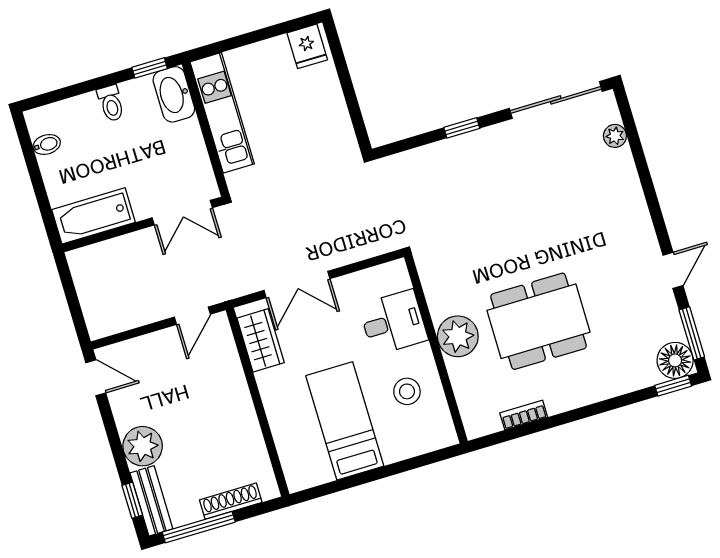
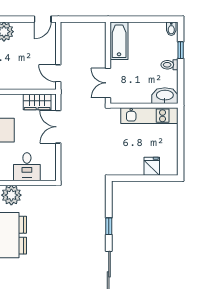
fridge: (307, 46) -> (152, 166), moved, turned 90
window: (150, 68) -> (181, 50), moved
bidet: (47, 144) -> (171, 29), moved

